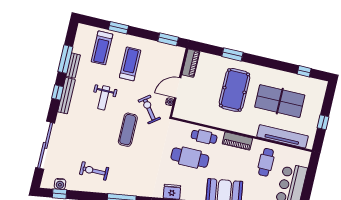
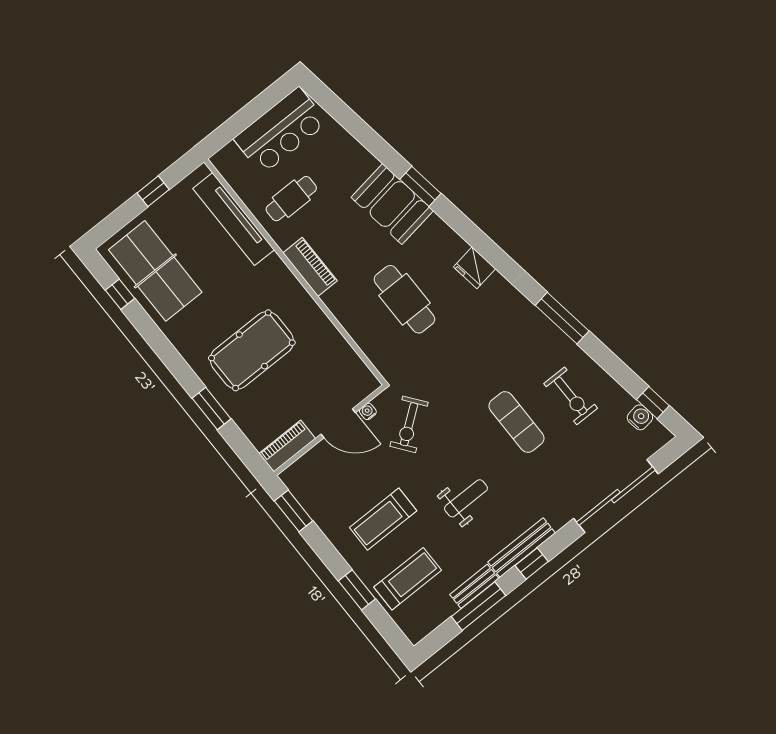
table tennis table: (280, 101) -> (155, 271), moved
exercise mat: (128, 130) -> (516, 422), moved, turned 90
cafe table: (204, 137) -> (357, 314), removed

